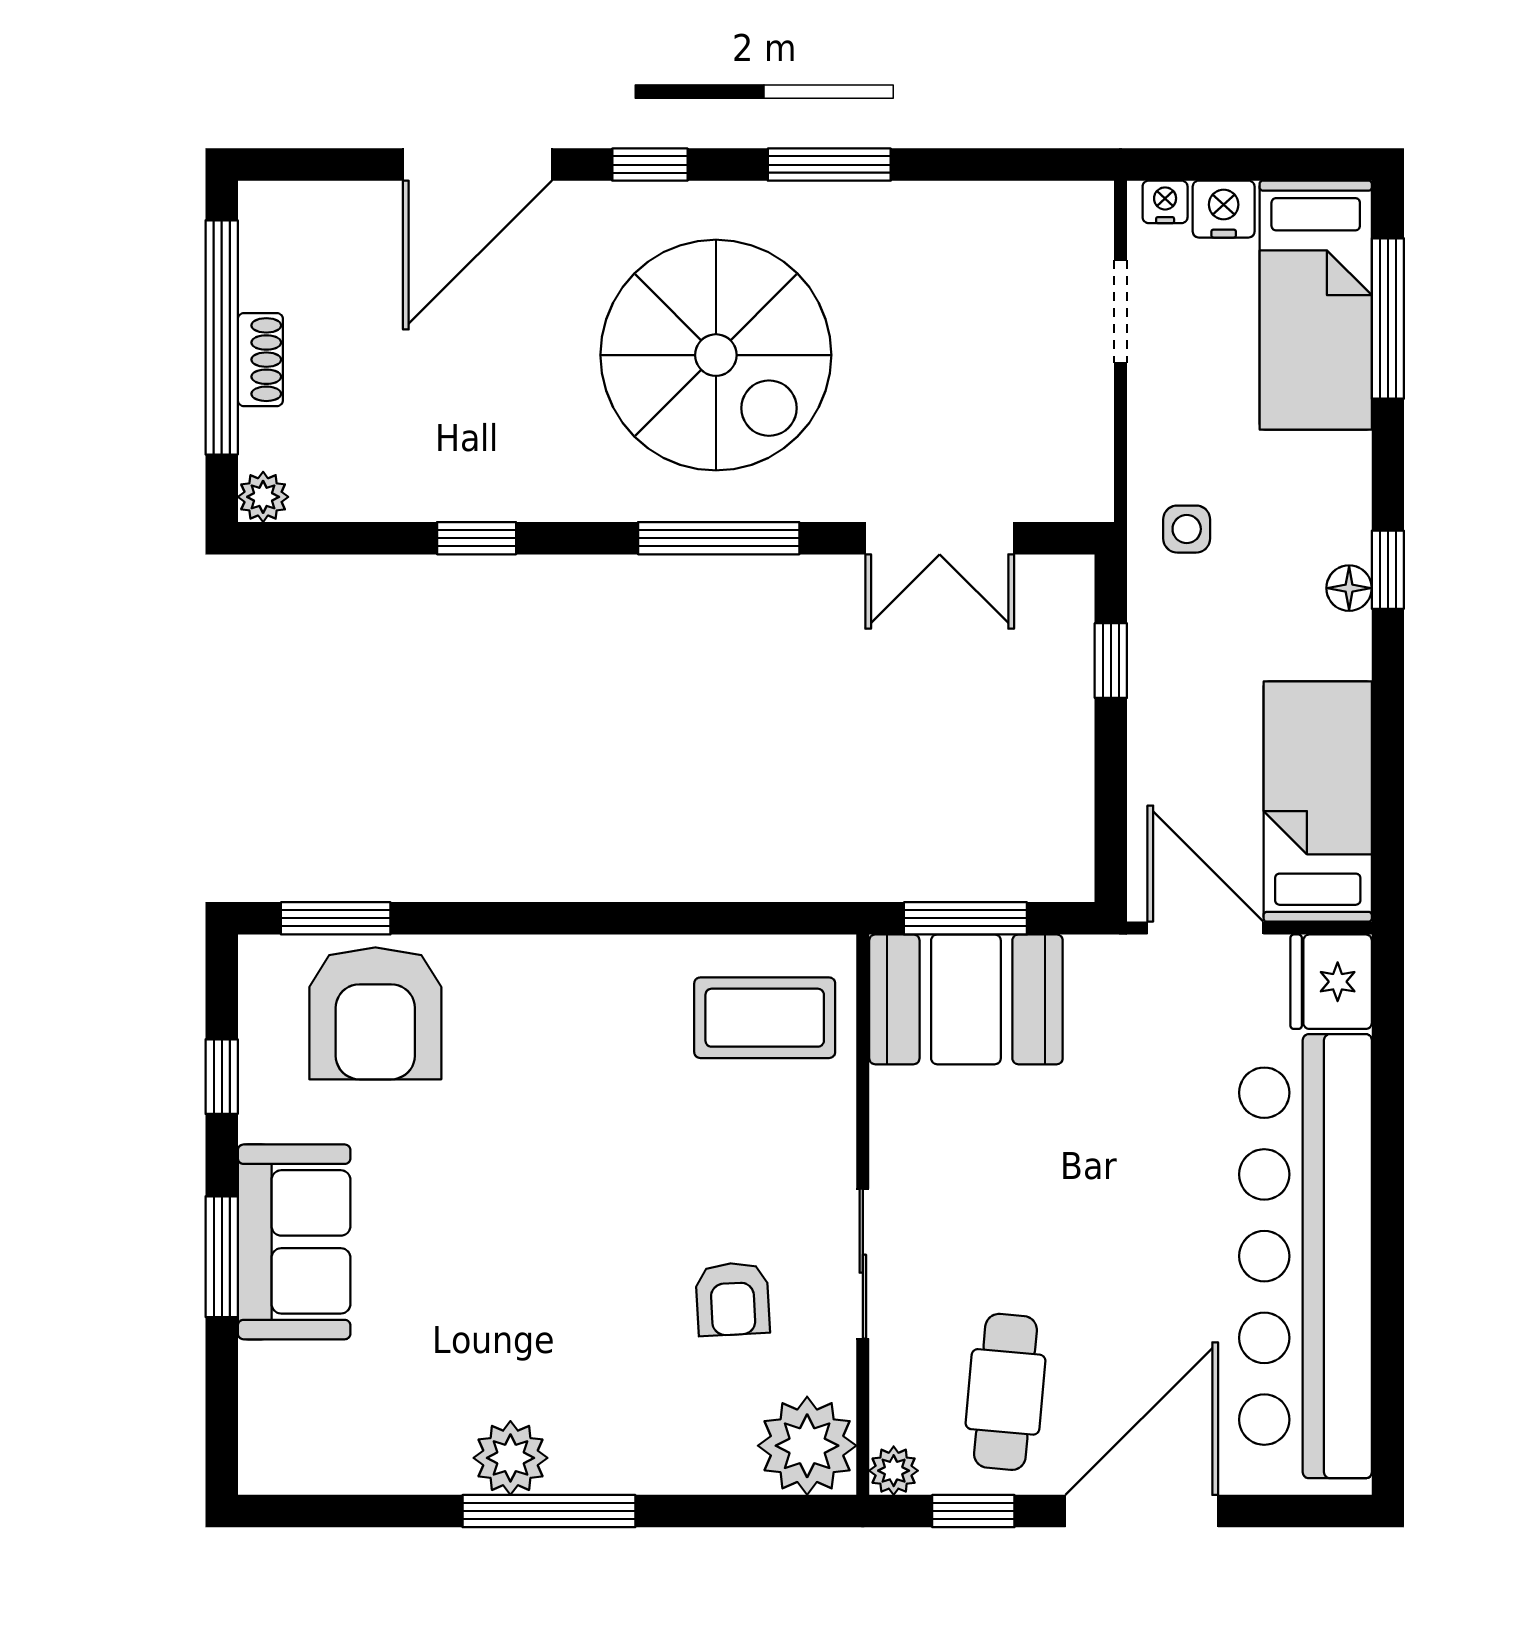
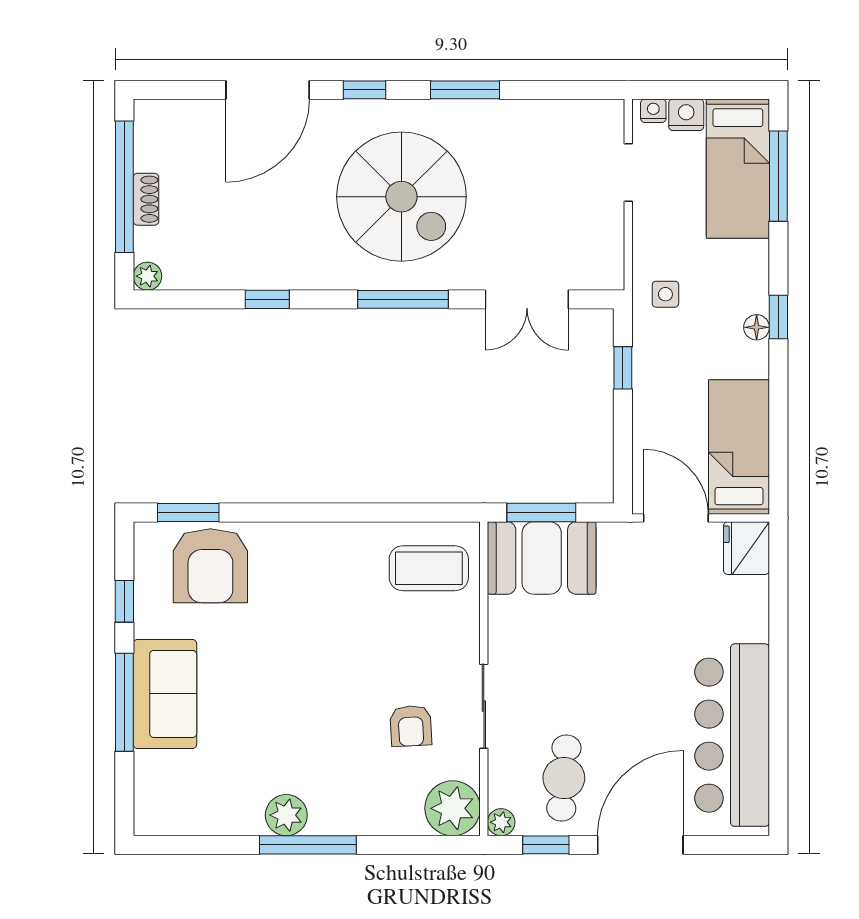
bar counter: (1305, 1256) -> (732, 735), width x0.73
window: (222, 1257) -> (124, 702), width x1.44

